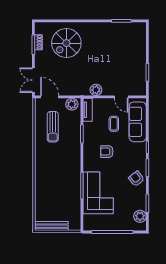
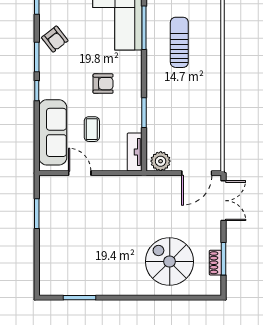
spiral stairs: (66, 43) -> (170, 262), turned -90
plant: (96, 90) -> (121, 185), removed
door: (50, 97) -> (197, 173), hinge flipped
sun lounger: (53, 127) -> (179, 42), moved

